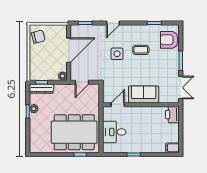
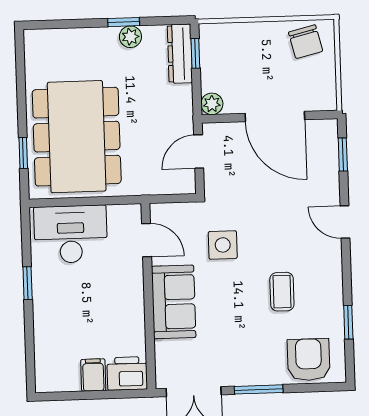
side table: (117, 54) -> (223, 245), moved
door: (82, 82) -> (199, 152), hinge flipped
desk: (114, 132) -> (71, 234), width x1.37
filing cabinet: (172, 148) -> (93, 375), moved

